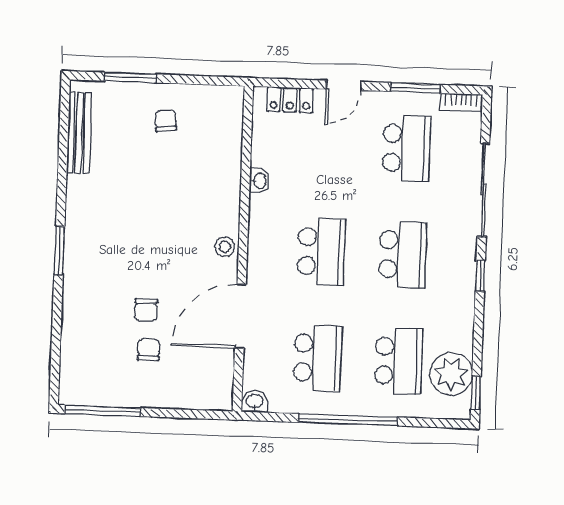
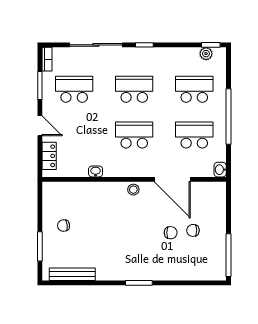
plant: (451, 374) -> (206, 54), width x0.53, depth x0.53

